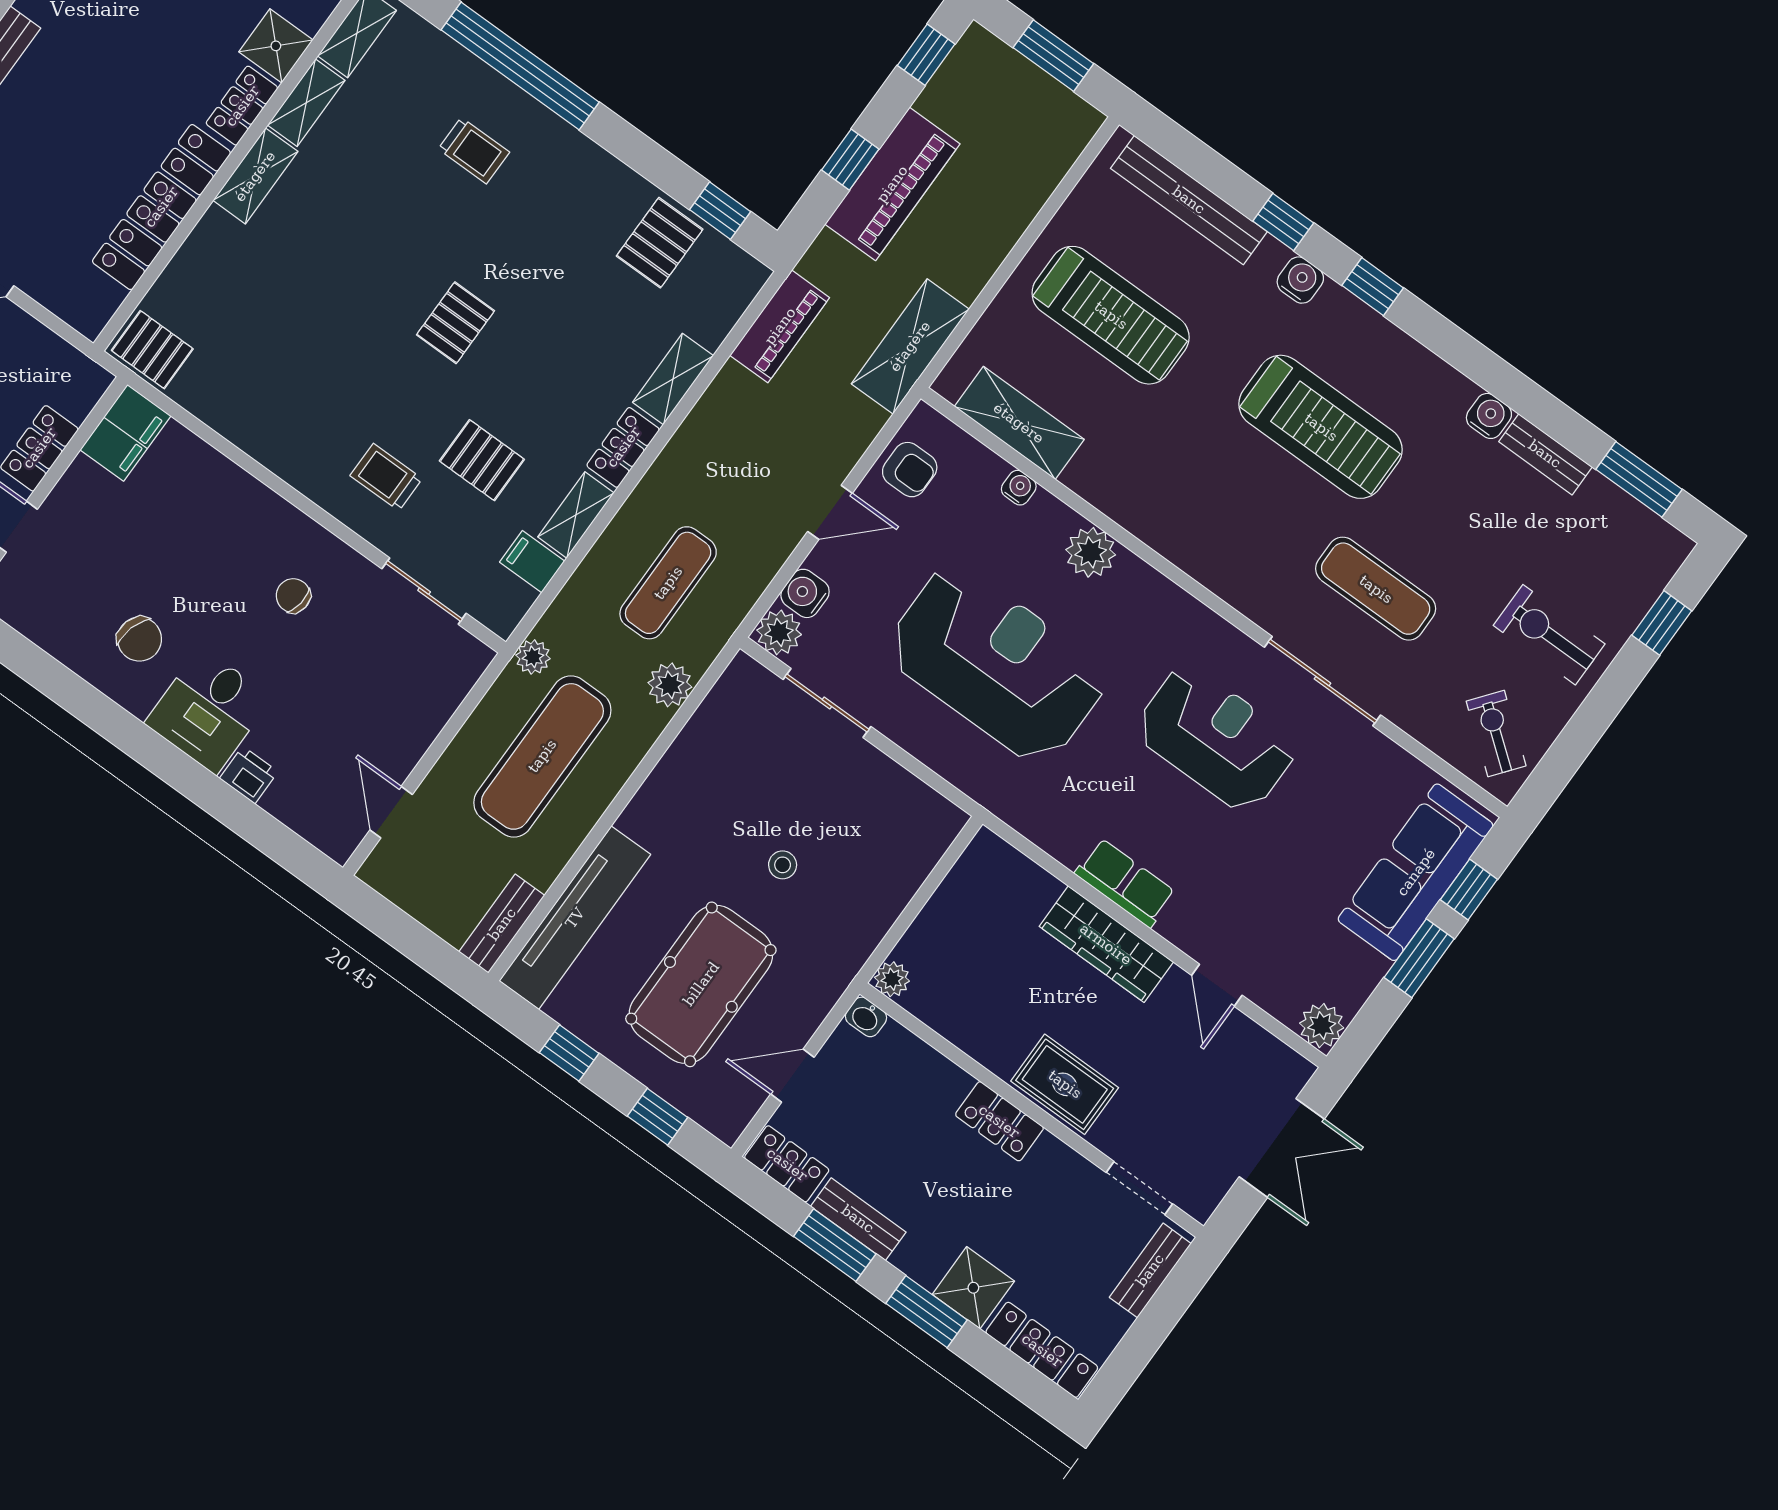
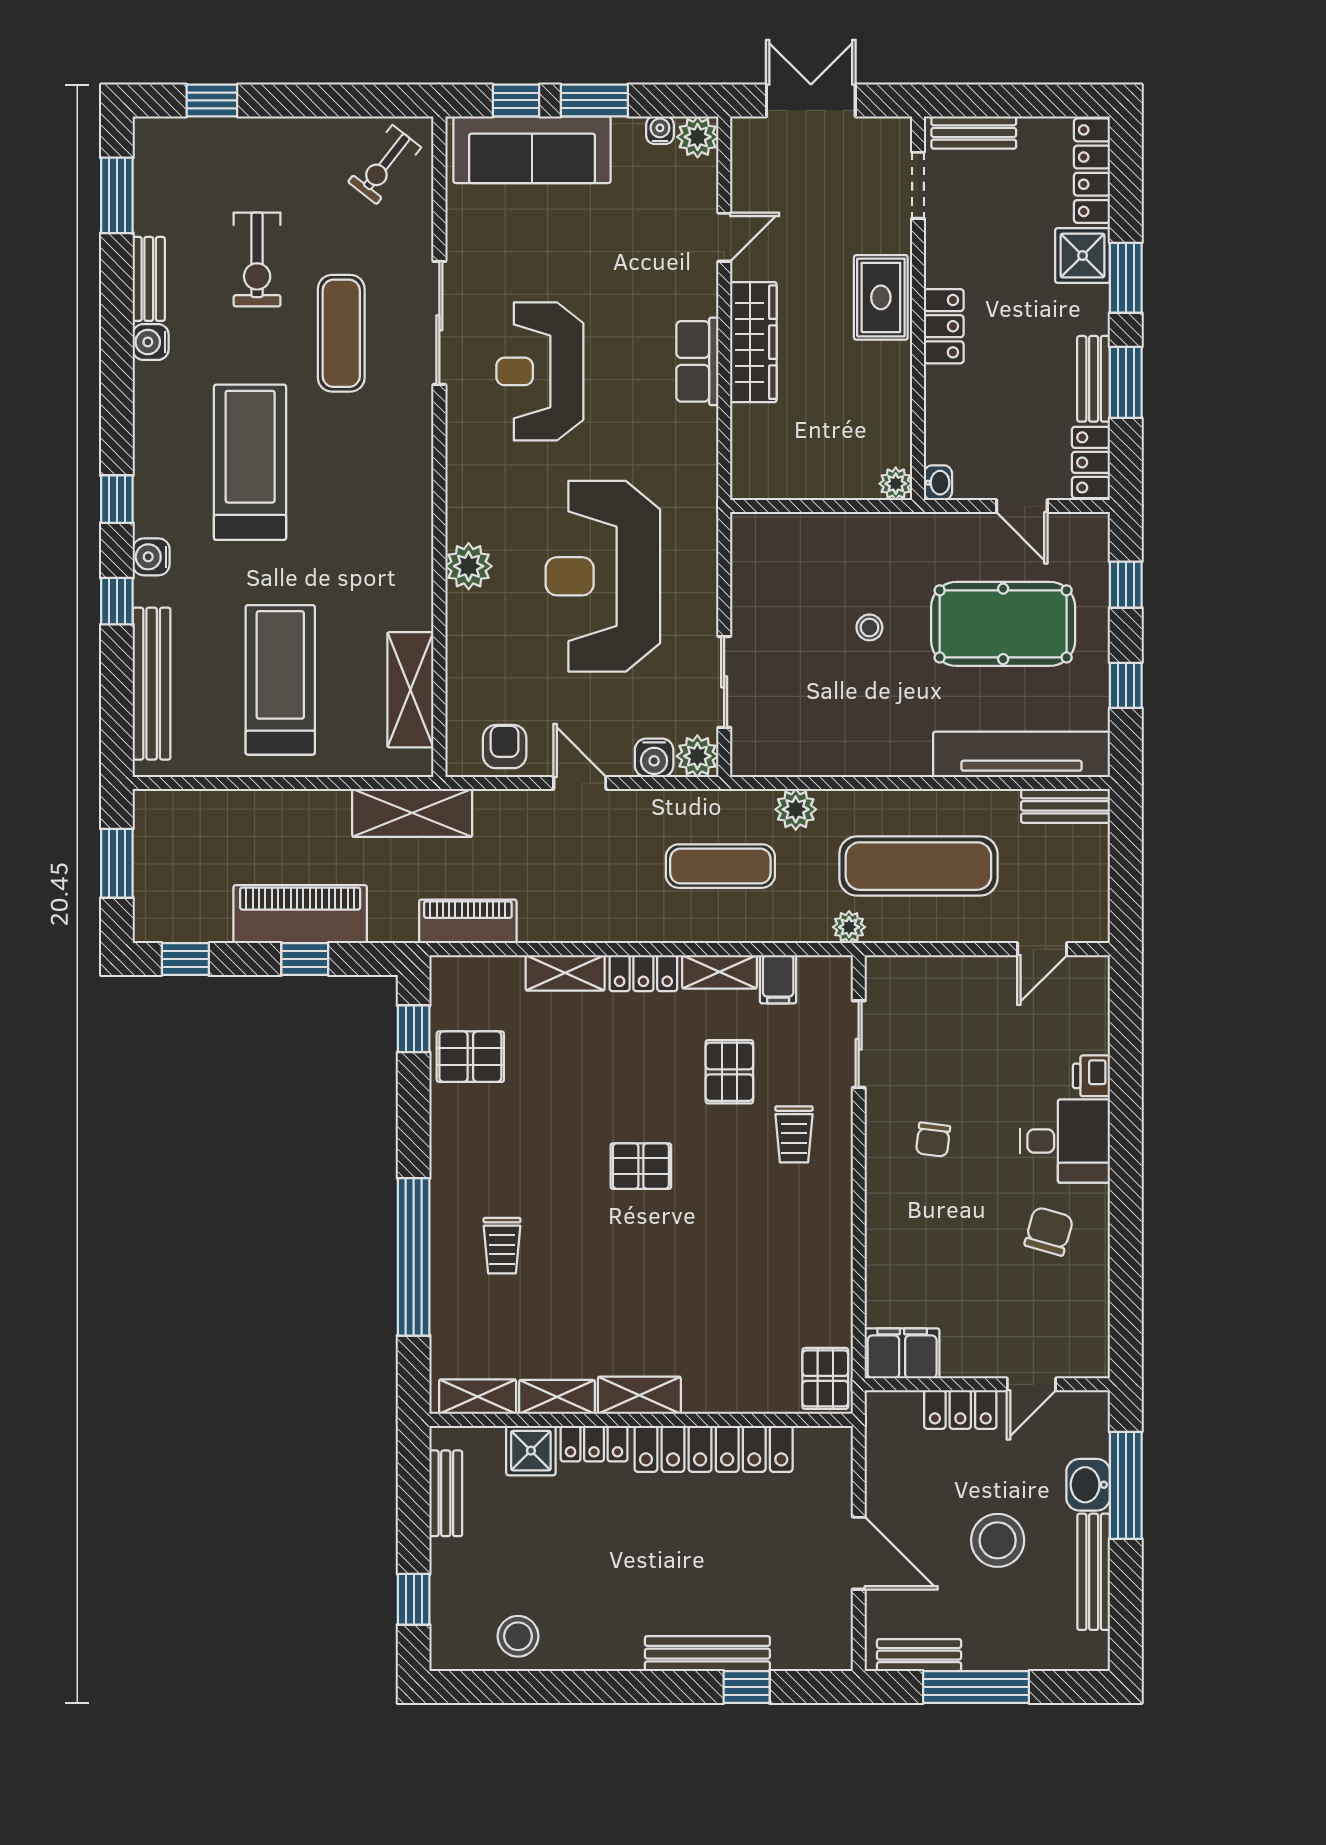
trolley: (474, 151) -> (502, 1246), turned 180
water cooler: (1019, 488) -> (660, 130), moved, turned 90
exercise bike: (1549, 635) -> (257, 260), moved

